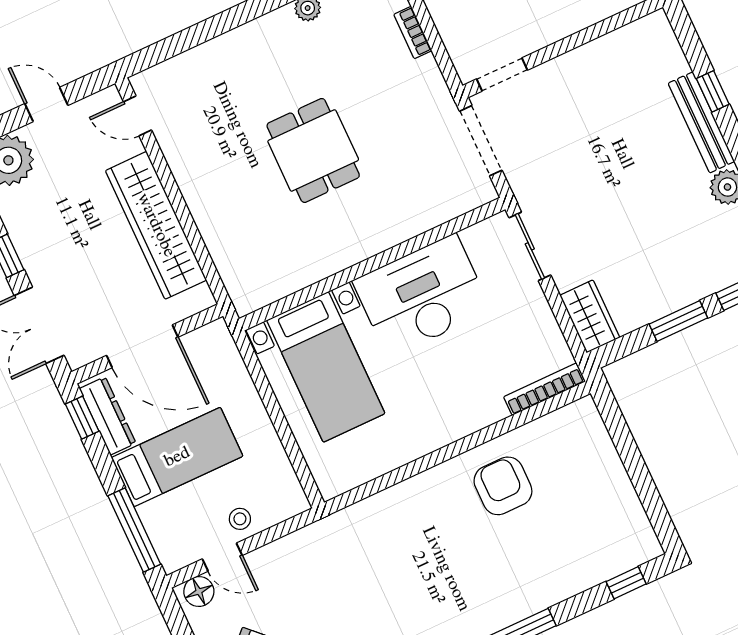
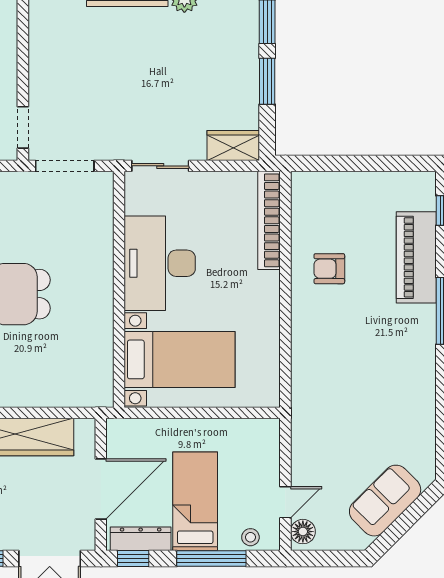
bookcase: (544, 389) -> (269, 220), width x1.48, depth x1.31
armchair: (503, 486) -> (329, 269), width x0.72, depth x0.72
stool: (240, 519) -> (250, 537), moved
window: (134, 530) -> (211, 558), moved
piano: (560, 576) -> (416, 257), added

